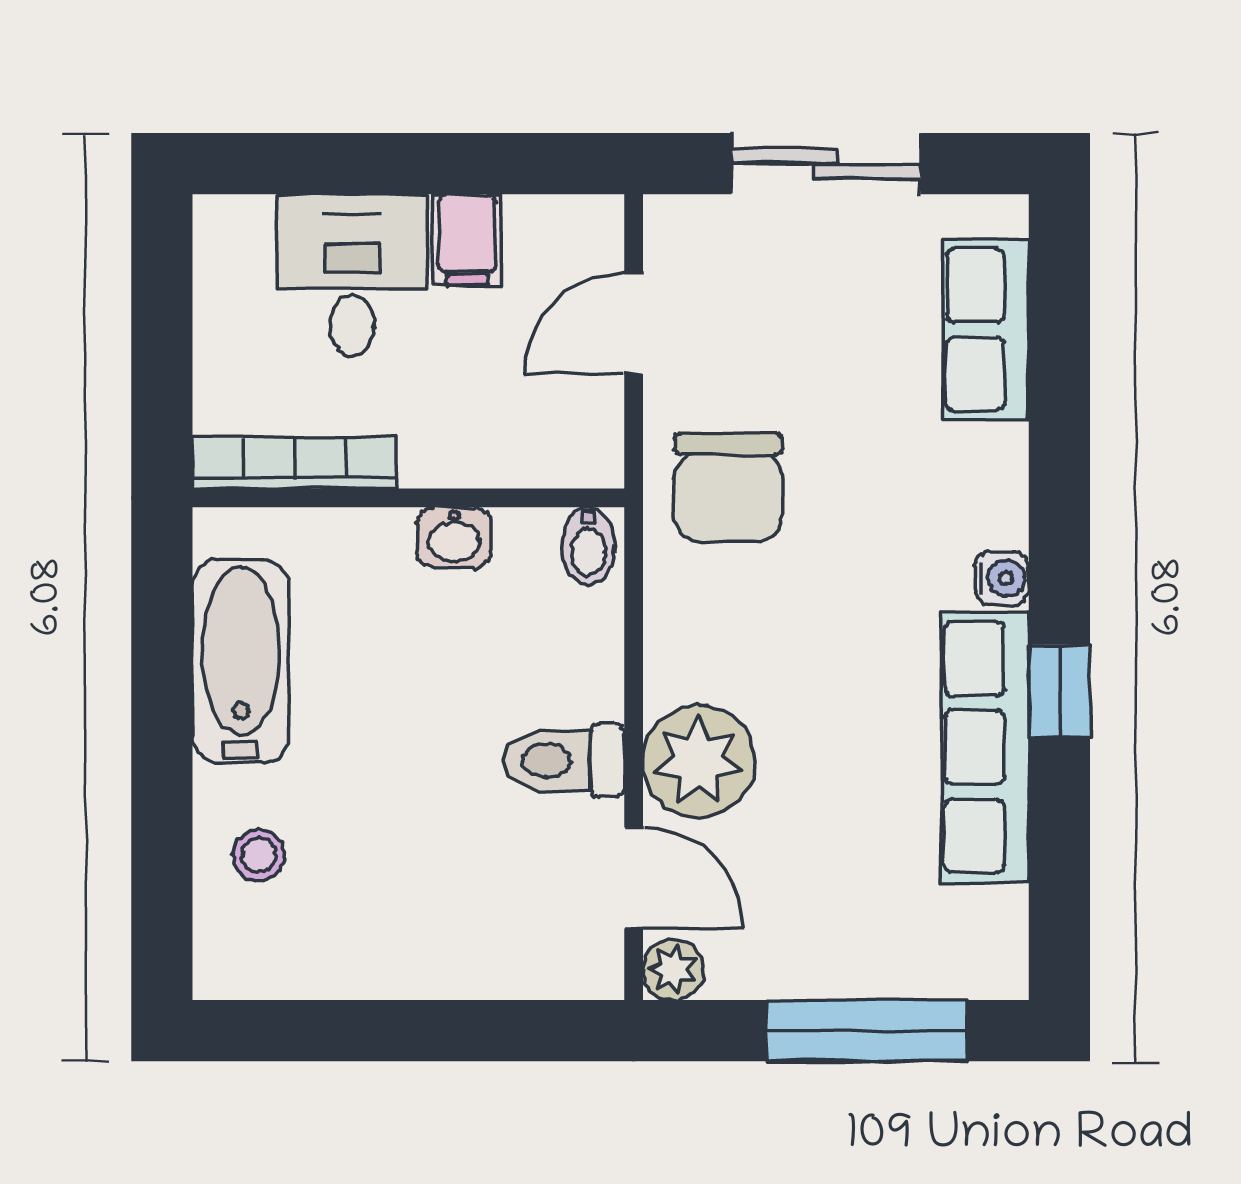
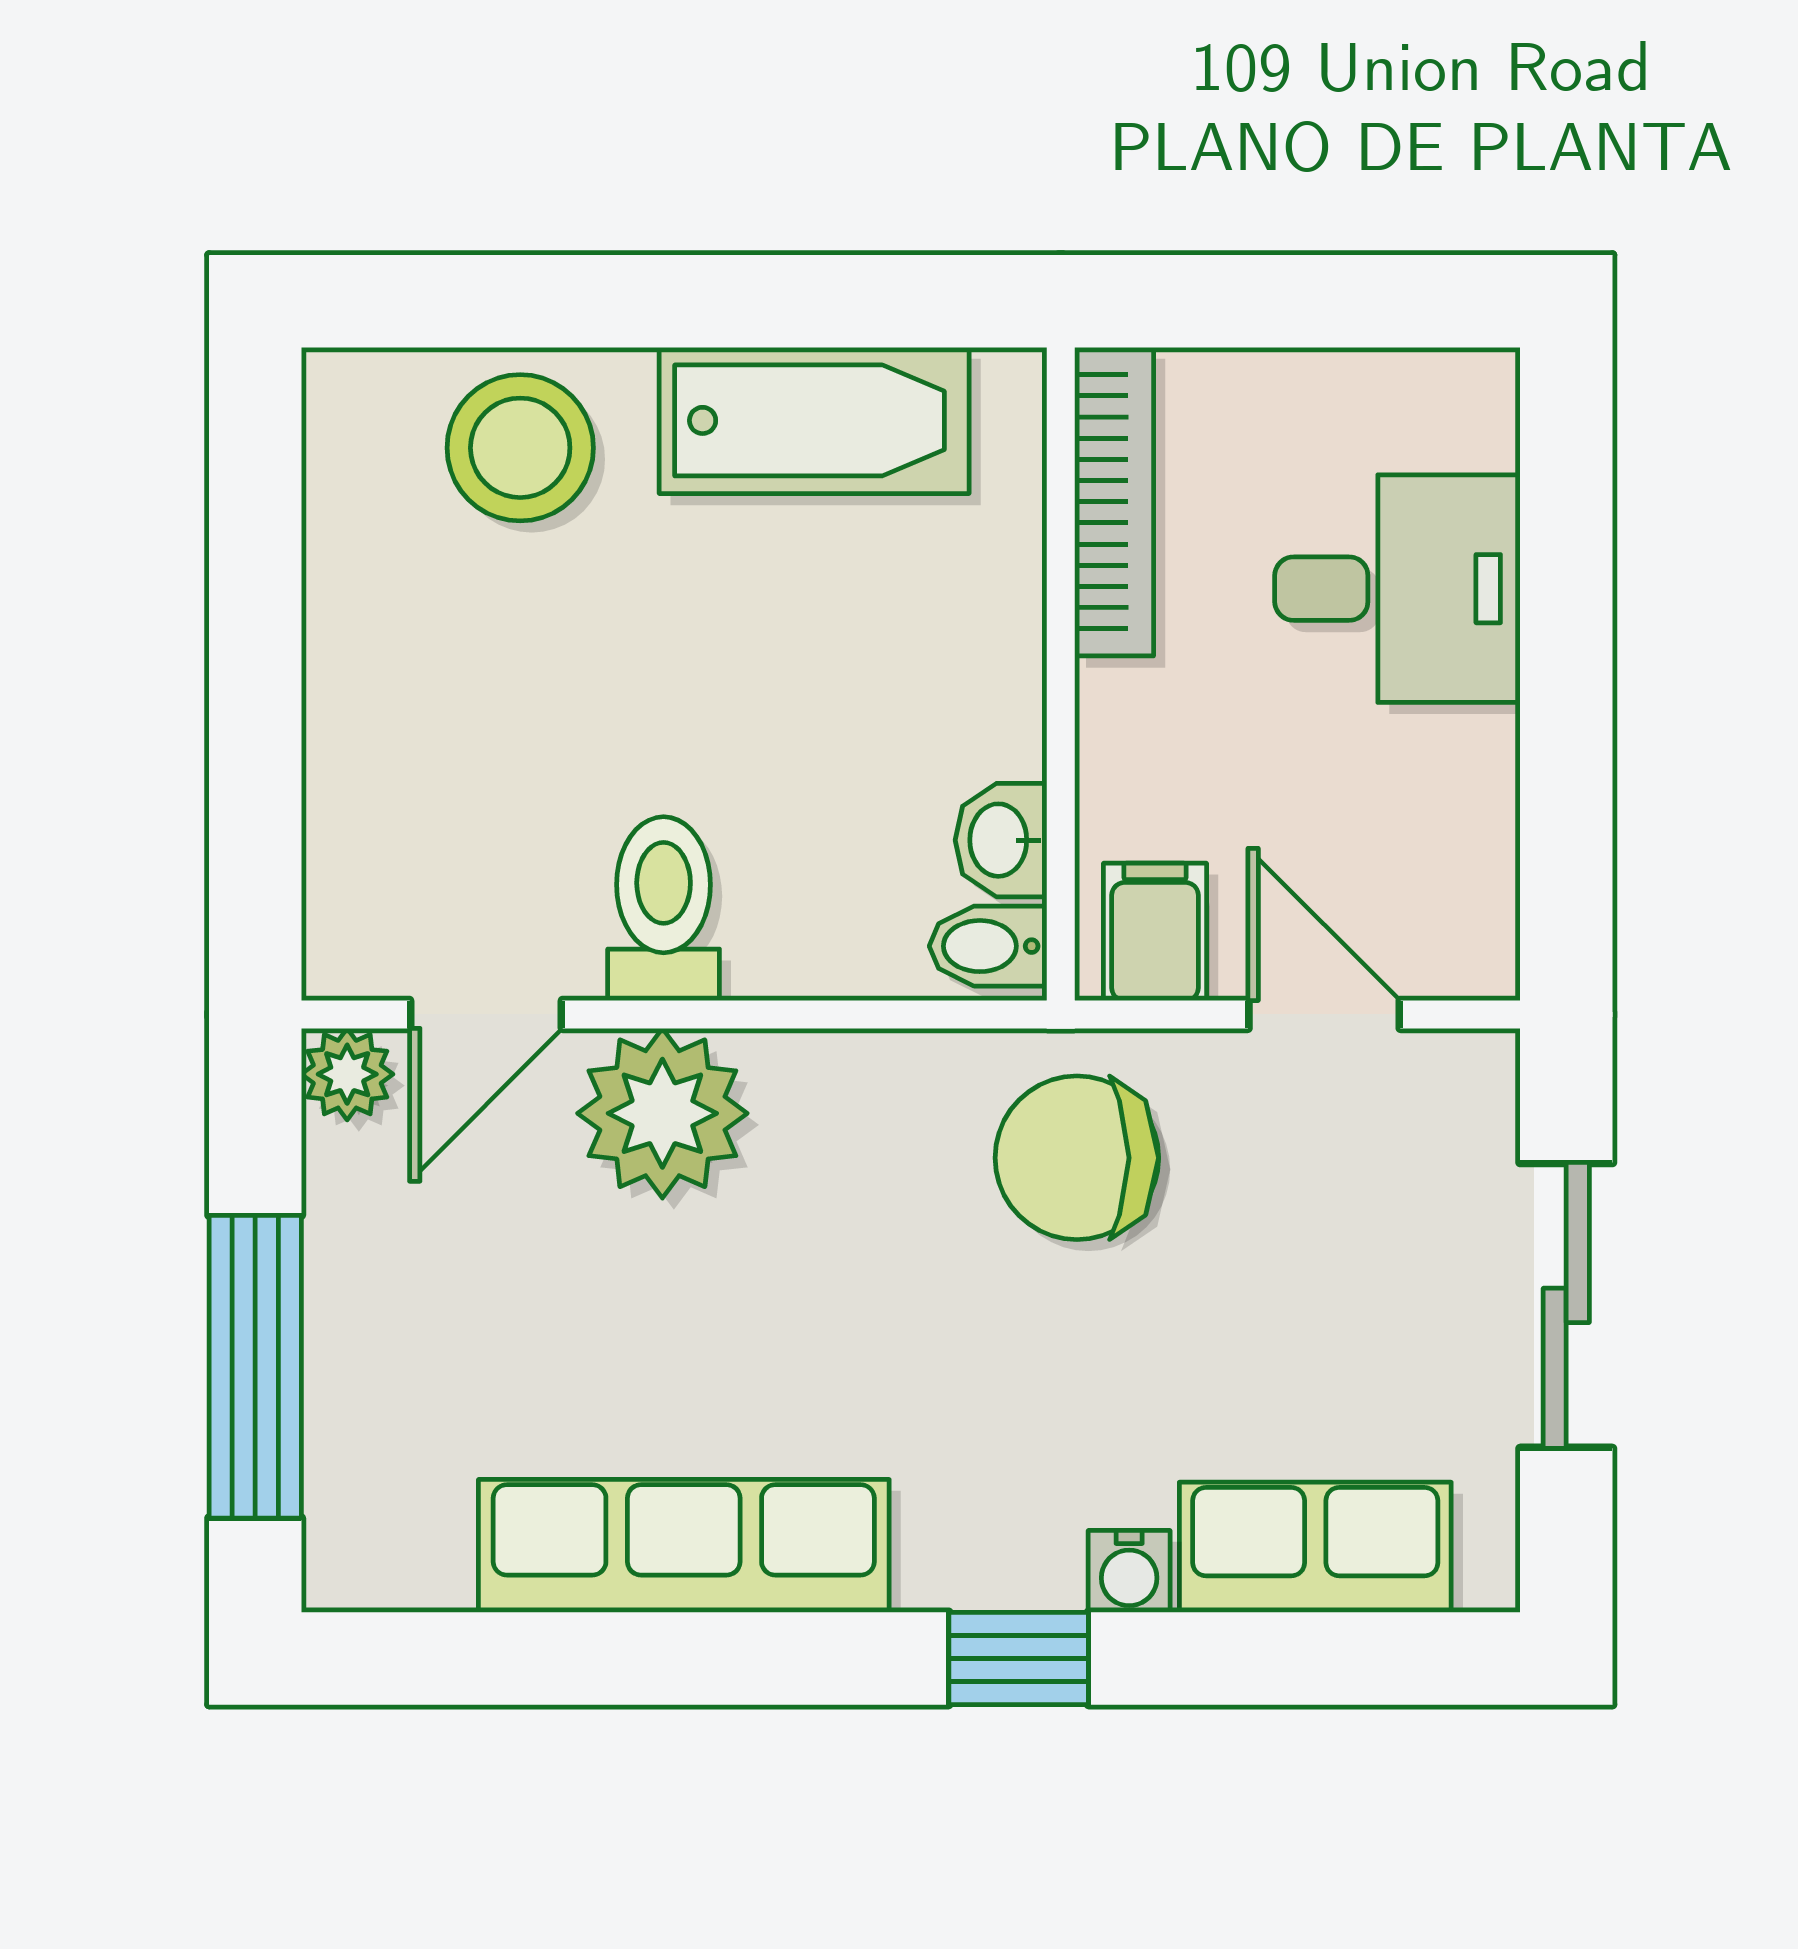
filing cabinet: (467, 240) -> (1155, 932), moved, turned 90
washbasin: (454, 537) -> (1001, 840), moved
water cooler: (1002, 578) -> (1129, 1571), moved
window: (1059, 691) -> (1019, 1658), moved
stool: (259, 855) -> (520, 448), width x1.89, depth x1.89

